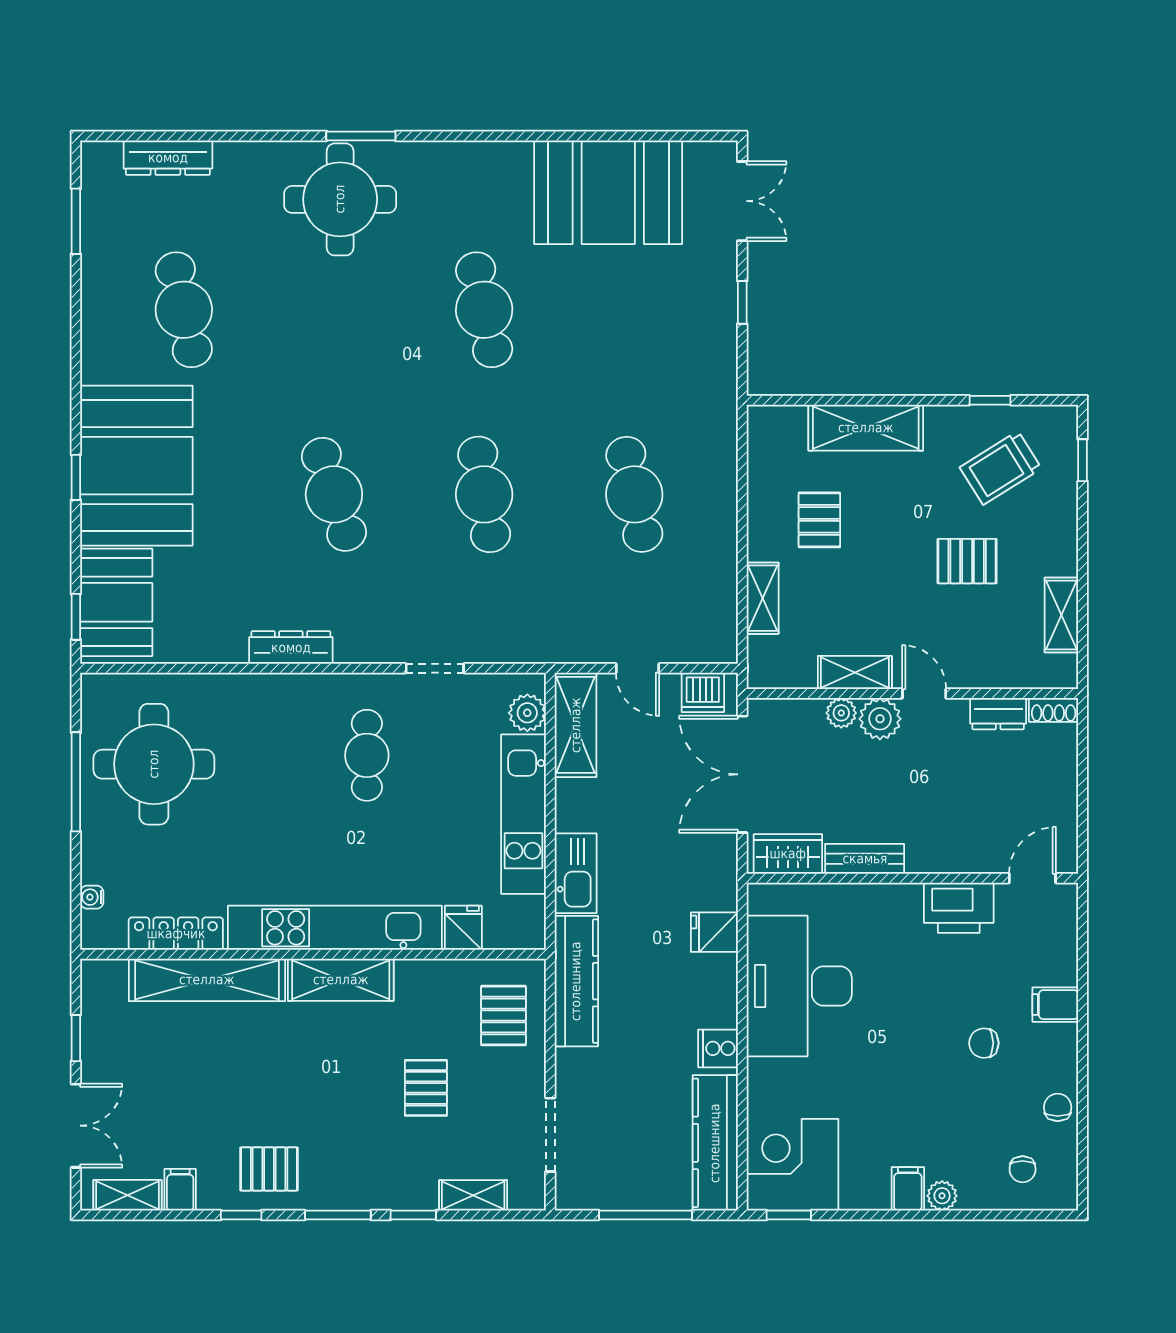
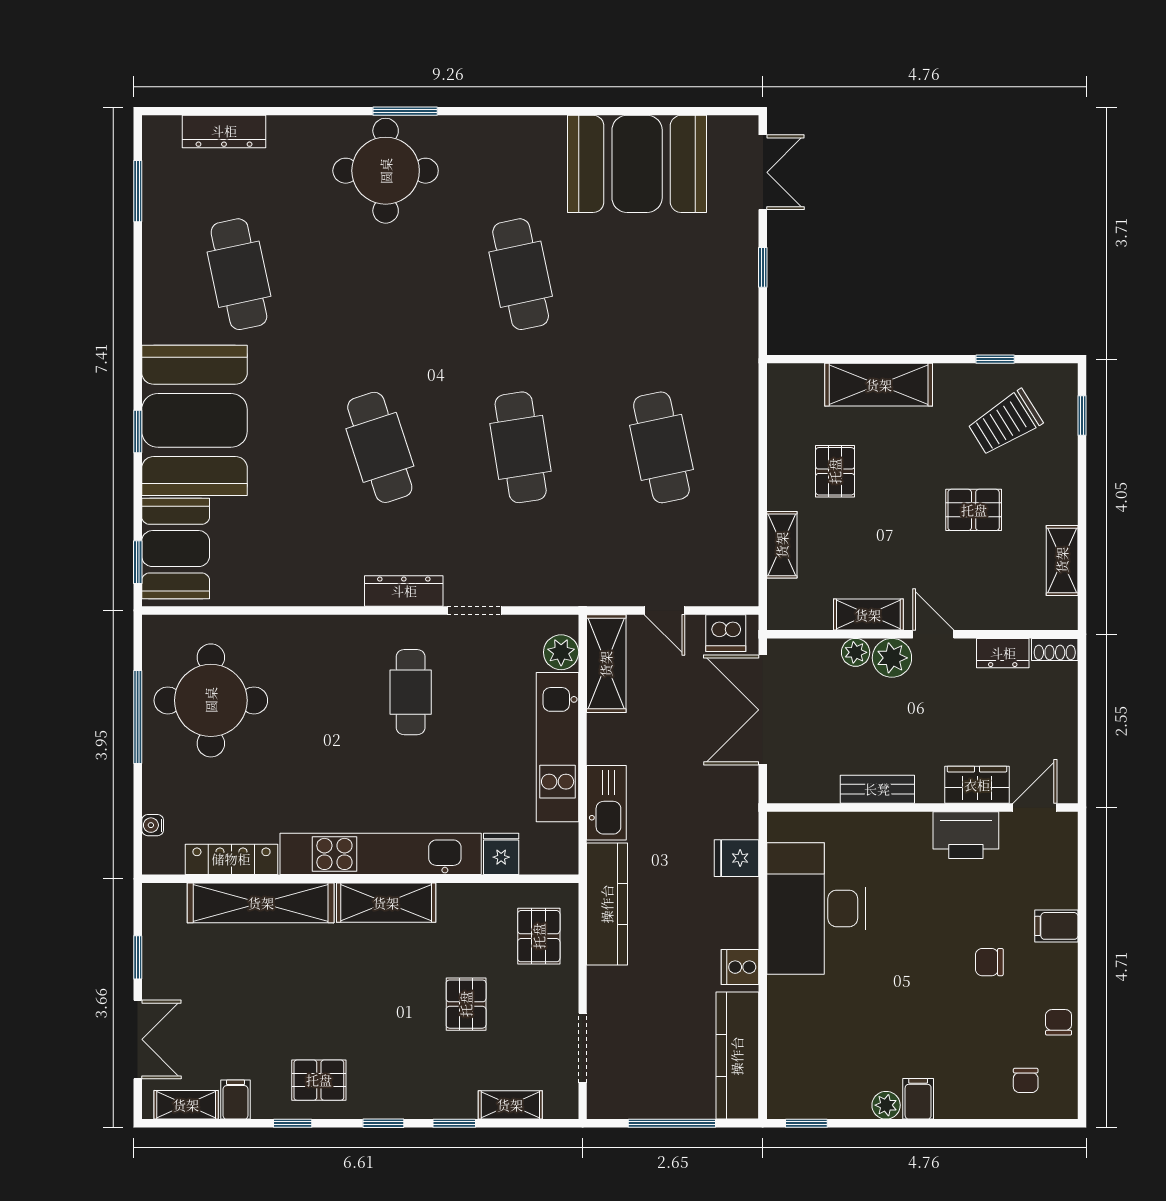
dresser: (291, 648) -> (404, 591), moved
wardrobe: (788, 854) -> (977, 785), moved
corner desk: (792, 1165) -> (810, 1076), removed
plant: (942, 1196) -> (886, 1105), moved
window: (338, 1215) -> (383, 1123), width x0.67

